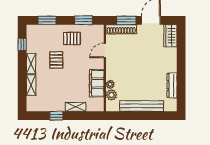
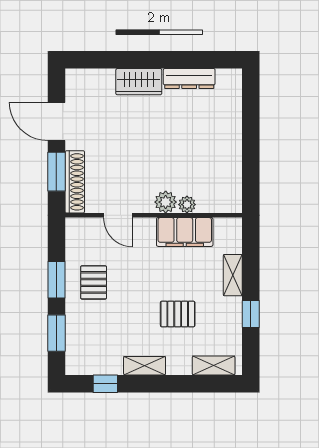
window: (83, 20) -> (56, 280), moved
wardrobe: (170, 36) -> (139, 82), moved
pallet: (56, 60) -> (178, 314), moved
shelving: (31, 85) -> (214, 365), moved
plant: (111, 95) -> (166, 202), moved
bench: (142, 106) -> (231, 140), removed

